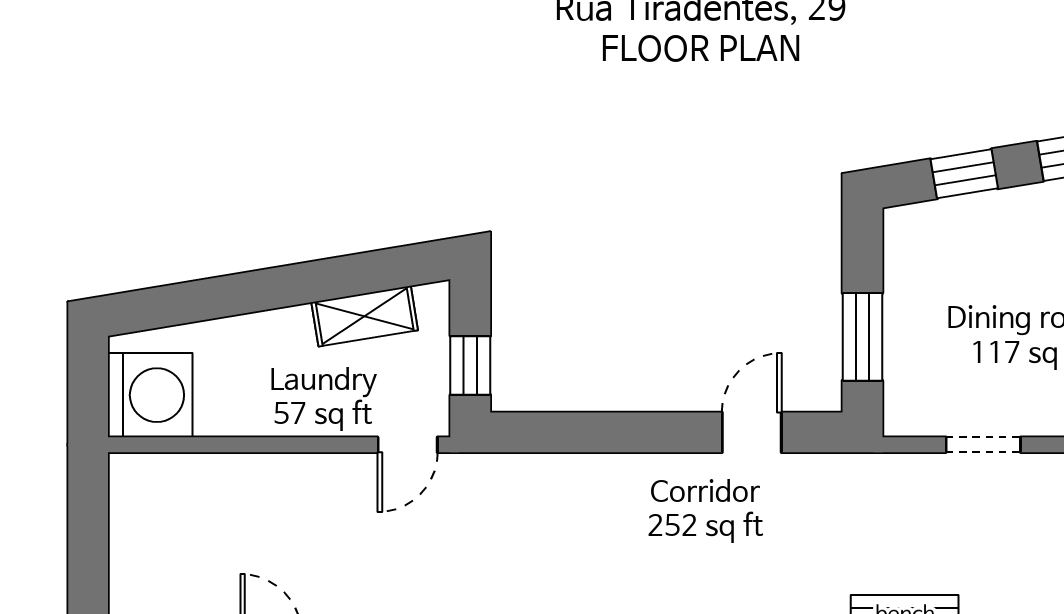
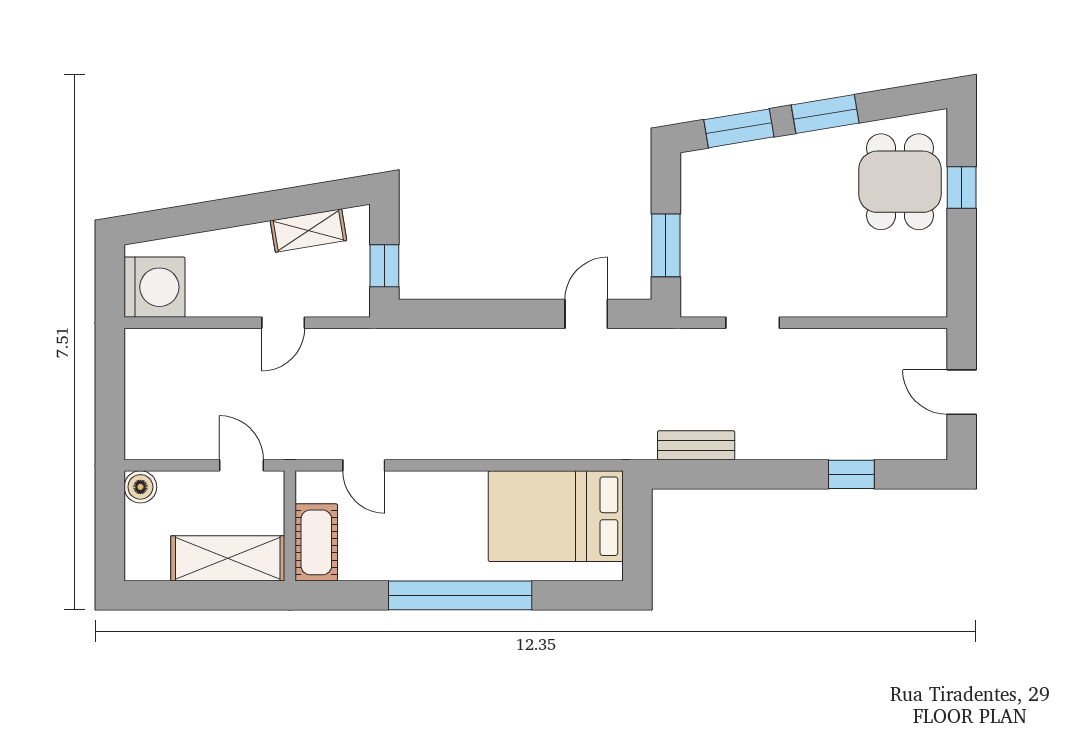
window: (964, 174) -> (739, 128), width x1.50
door: (408, 445) -> (283, 323), moved

